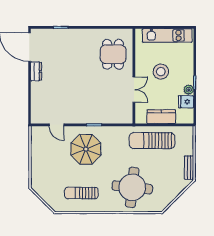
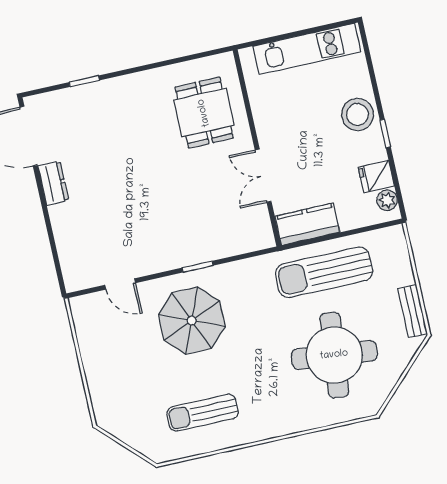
stool: (161, 72) -> (358, 115), moved
double door: (134, 90) -> (263, 176), swing flipped
plant: (189, 90) -> (387, 200), moved
kitchen counter: (161, 117) -> (307, 224), moved
round table: (132, 187) -> (334, 355), moved

